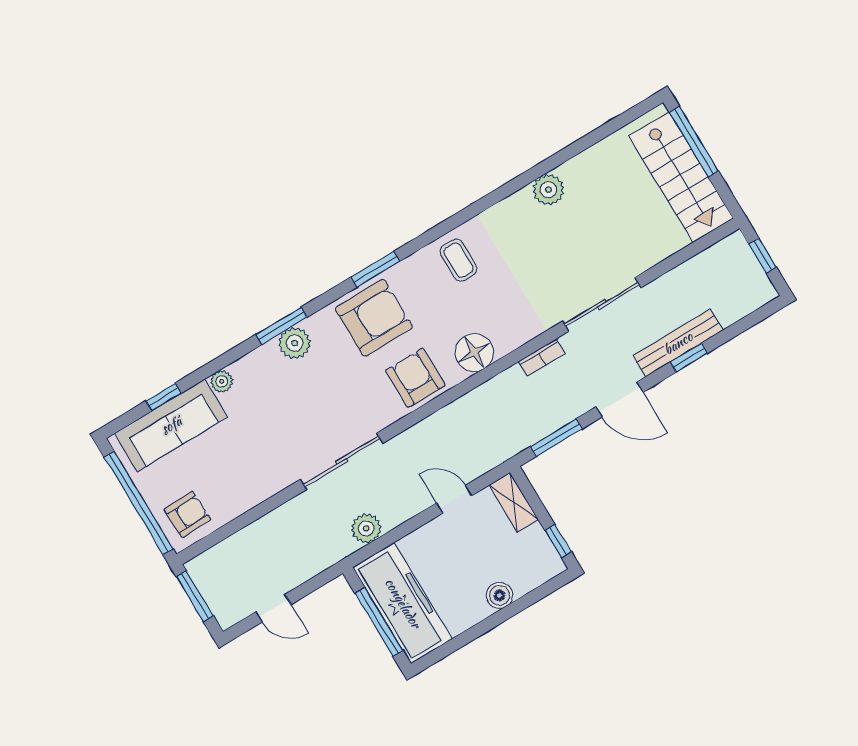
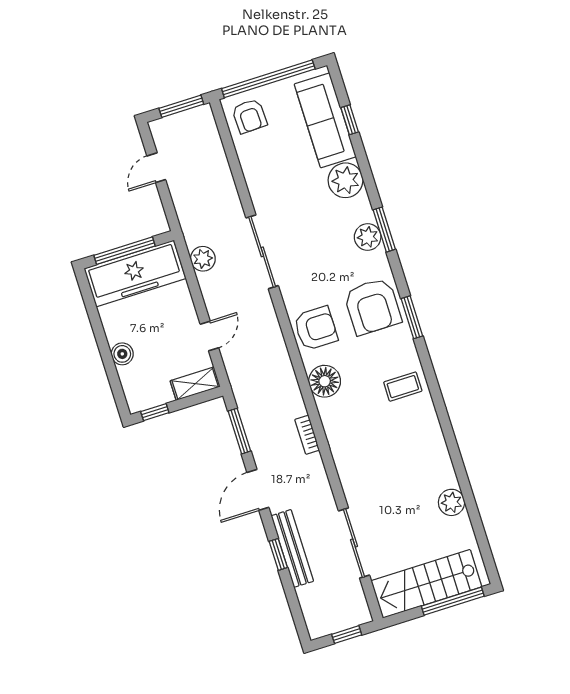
plant: (548, 190) -> (451, 502), moved
sliding door: (602, 304) -> (354, 543), moved
plant: (222, 381) -> (345, 180), width x1.87, depth x1.87

